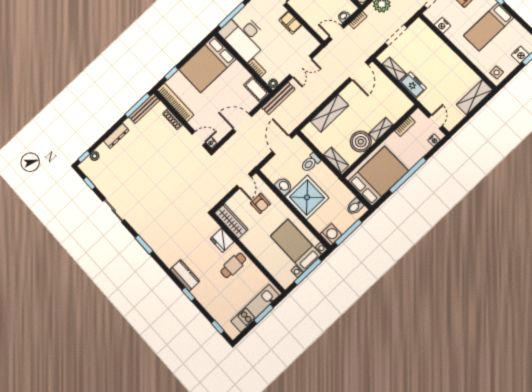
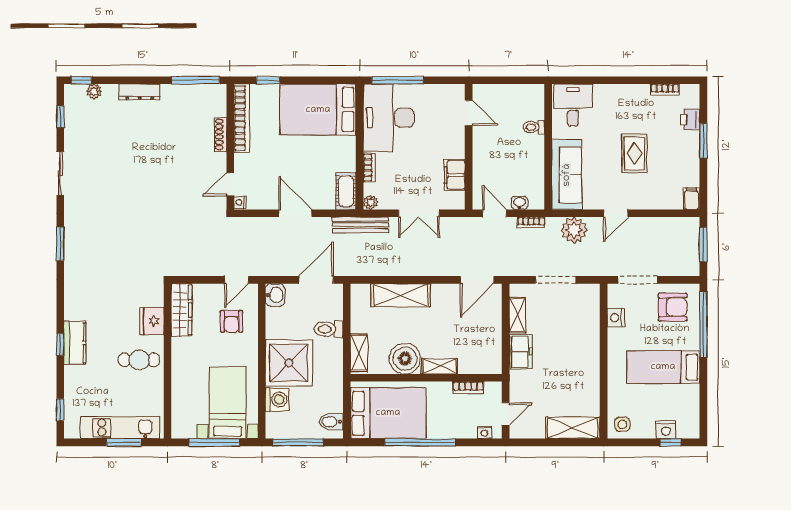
filing cabinet: (290, 23) -> (455, 175), moved
bench: (144, 108) -> (200, 91), removed
door: (199, 138) -> (230, 184), swing flipped
washbasin: (284, 186) -> (275, 295), moved
washing machine: (331, 235) -> (277, 399), moved
kitchen counter: (185, 276) -> (75, 343), moved

